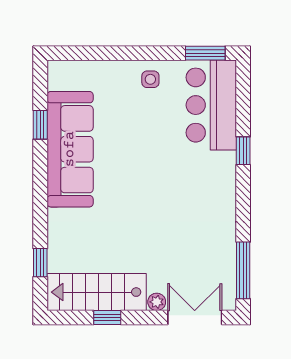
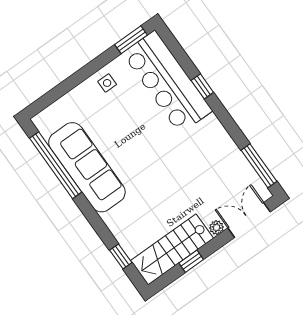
bar counter: (211, 105) -> (167, 82), width x1.36
window: (40, 125) -> (56, 165), width x3.17

